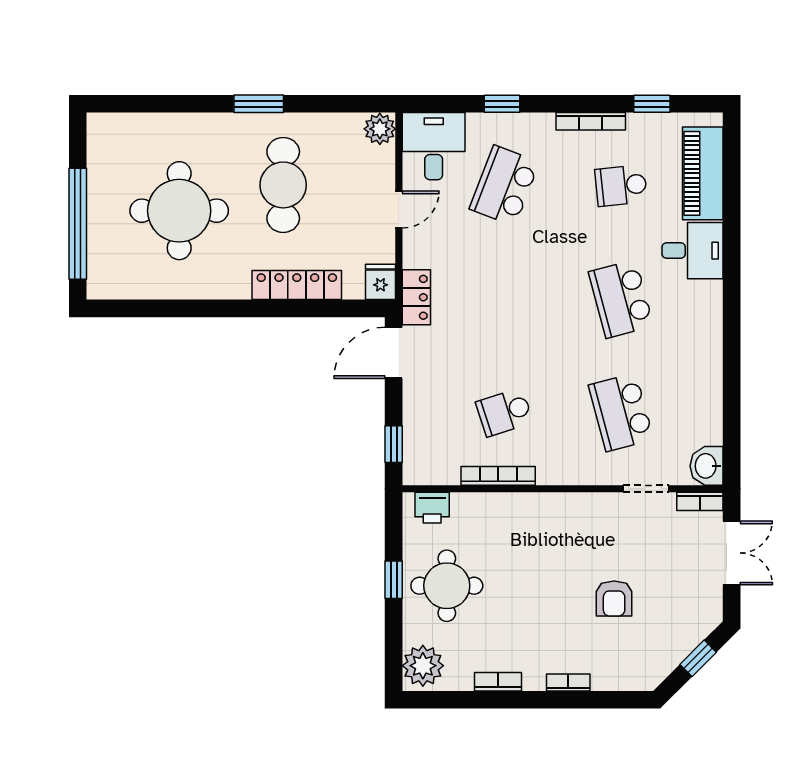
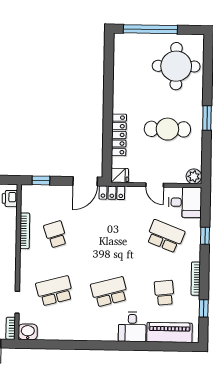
round table: (179, 211) -> (176, 66), moved
door: (394, 353) -> (85, 181), swing flipped

